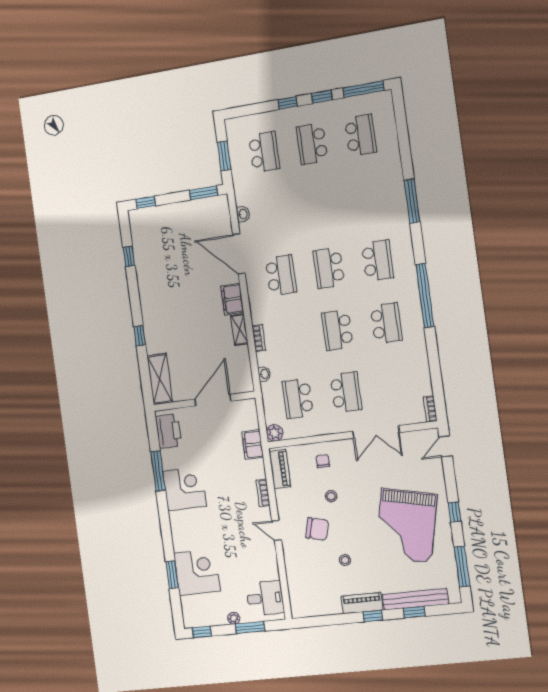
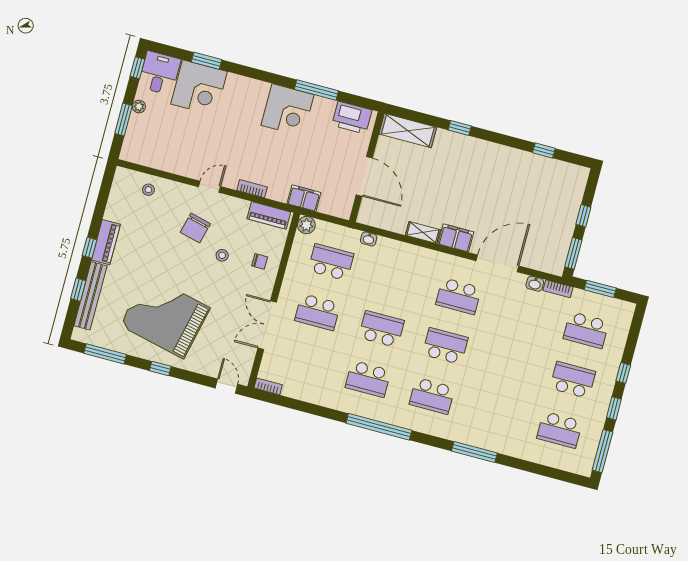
window: (146, 202) -> (583, 216), moved
bookcase: (259, 338) -> (558, 289), moved
stool: (345, 560) -> (148, 190), moved
desk: (265, 598) -> (159, 73), moved, turned 180

